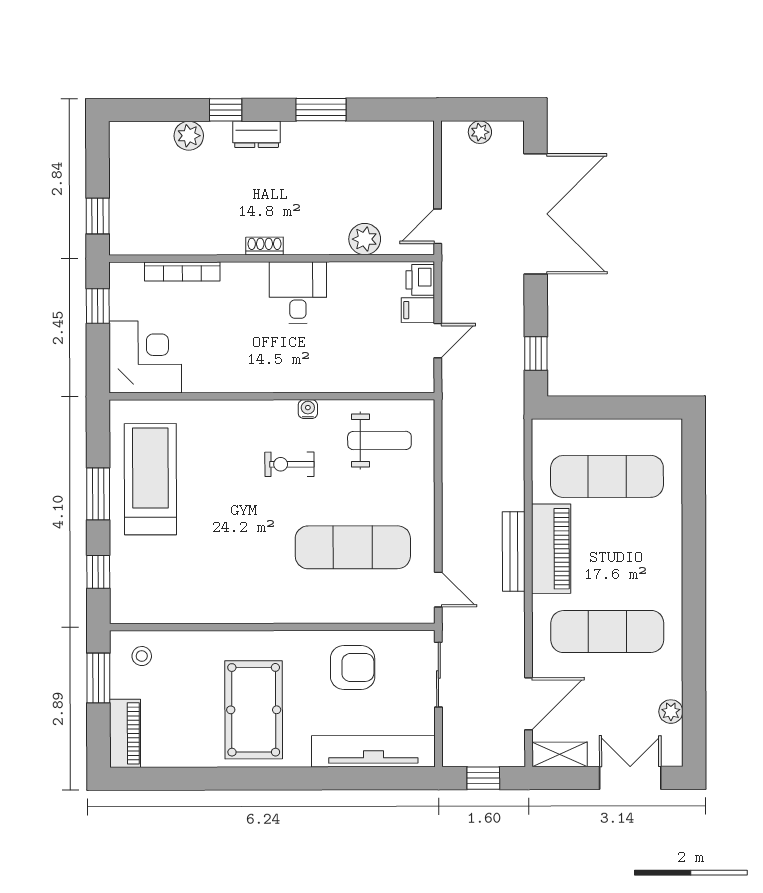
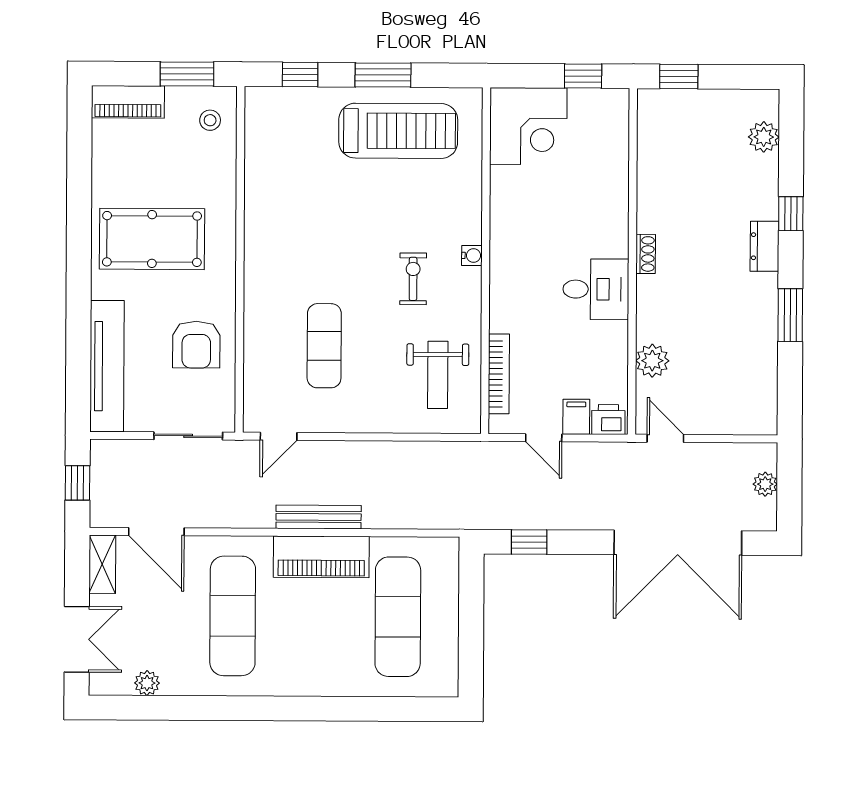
plant: (189, 136) -> (764, 137), moved
bookcase: (182, 272) -> (499, 374), moved, turned 180
water cooler: (308, 409) -> (472, 255), moved
exercise mat: (353, 547) -> (324, 346), width x0.73, depth x0.69

